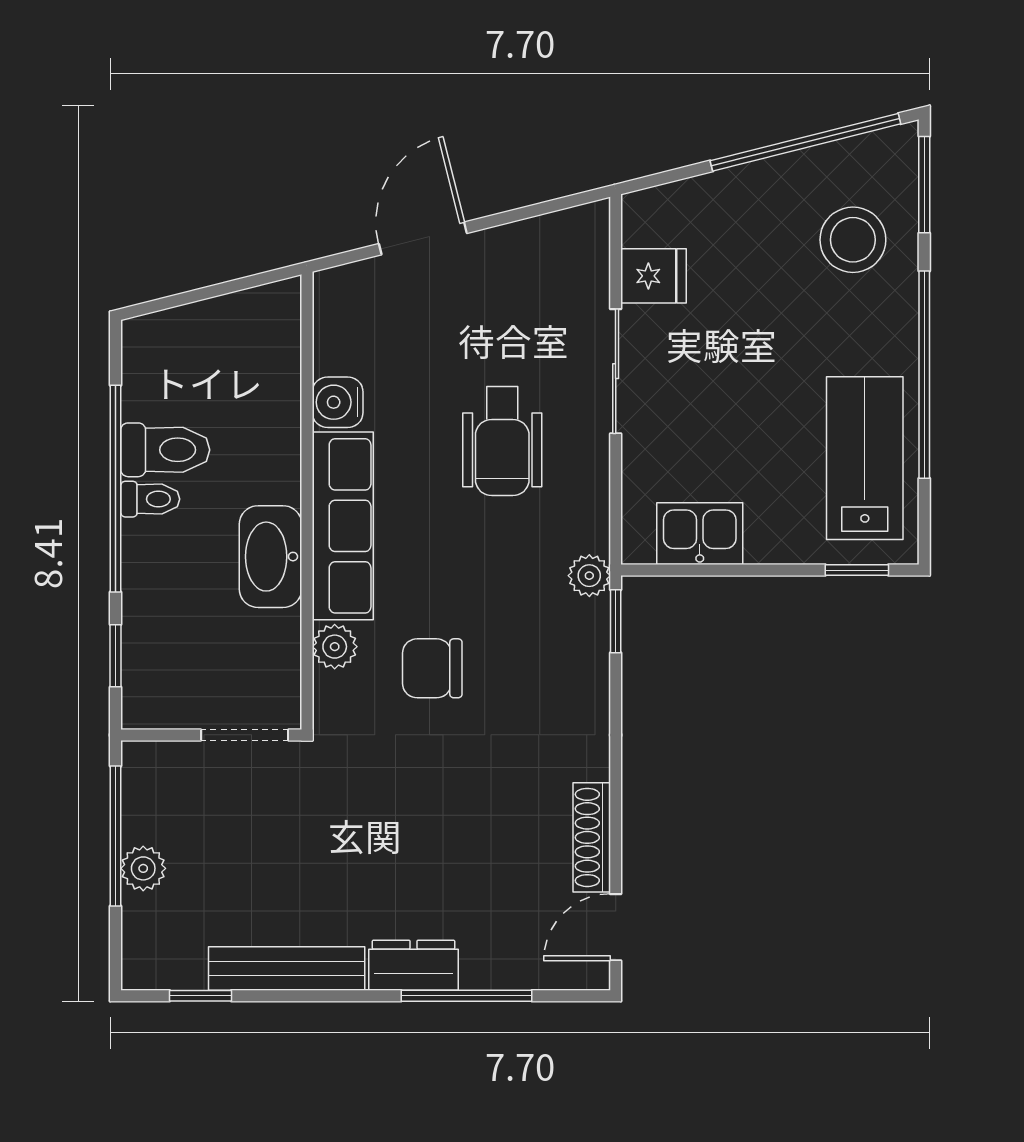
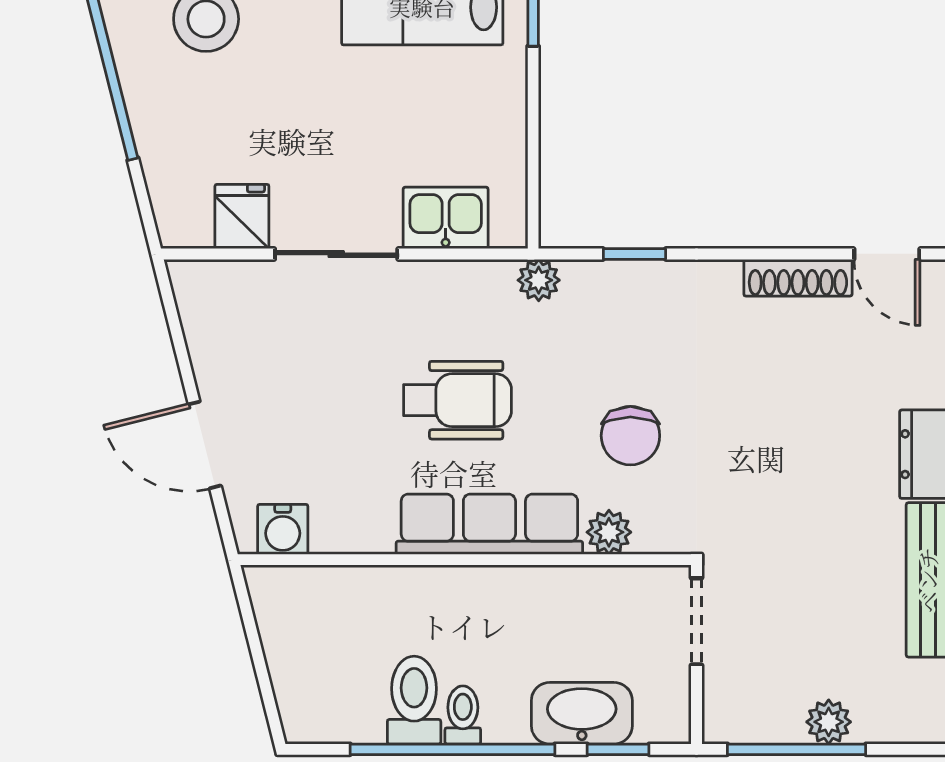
water cooler: (338, 402) -> (283, 529), moved
wheelchair: (502, 441) -> (458, 400), moved
kitchen sink: (700, 534) -> (446, 218), moved, turned 90
washbasin: (271, 557) -> (582, 713), moved, turned 180
window: (616, 621) -> (634, 254), moved

